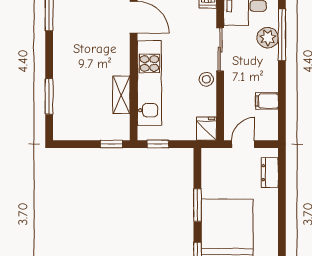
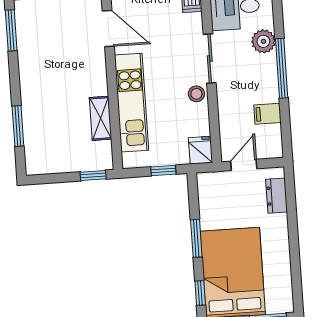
window: (282, 35) -> (282, 68), moved
window: (158, 144) -> (163, 171), moved

